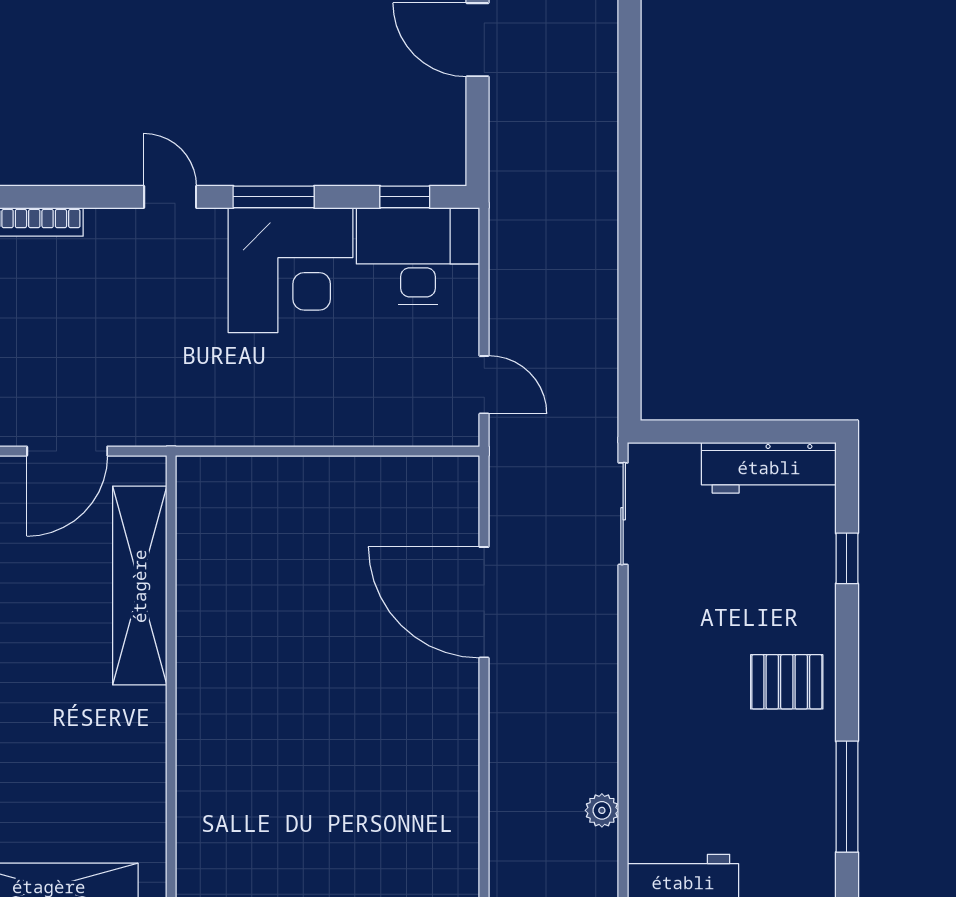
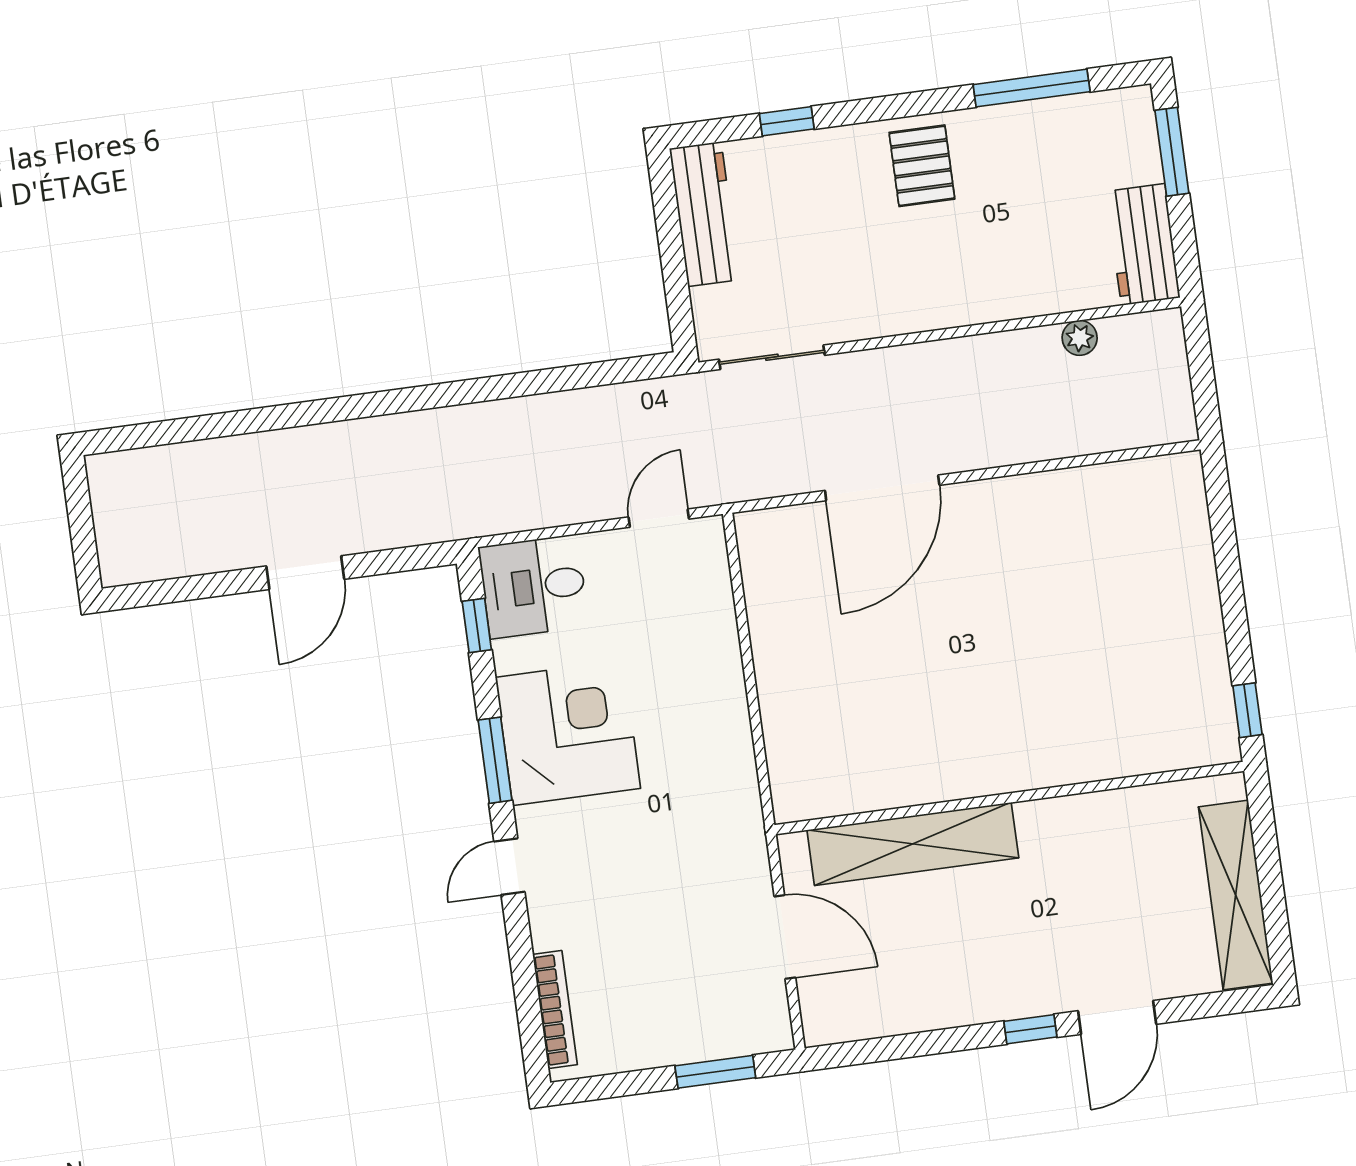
desk: (418, 256) -> (534, 587), width x0.73

